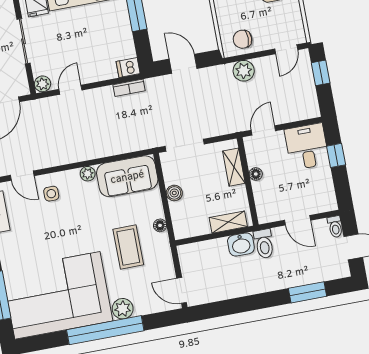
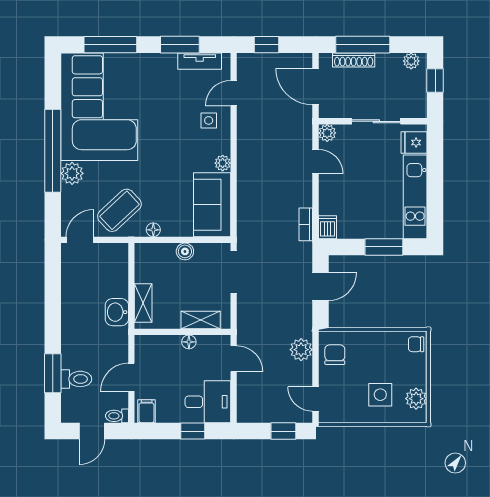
filing cabinet: (326, 201) -> (147, 411), added
toilet: (264, 244) -> (76, 379), moved, turned 180
coffee table: (128, 247) -> (119, 210), moved, turned -43

